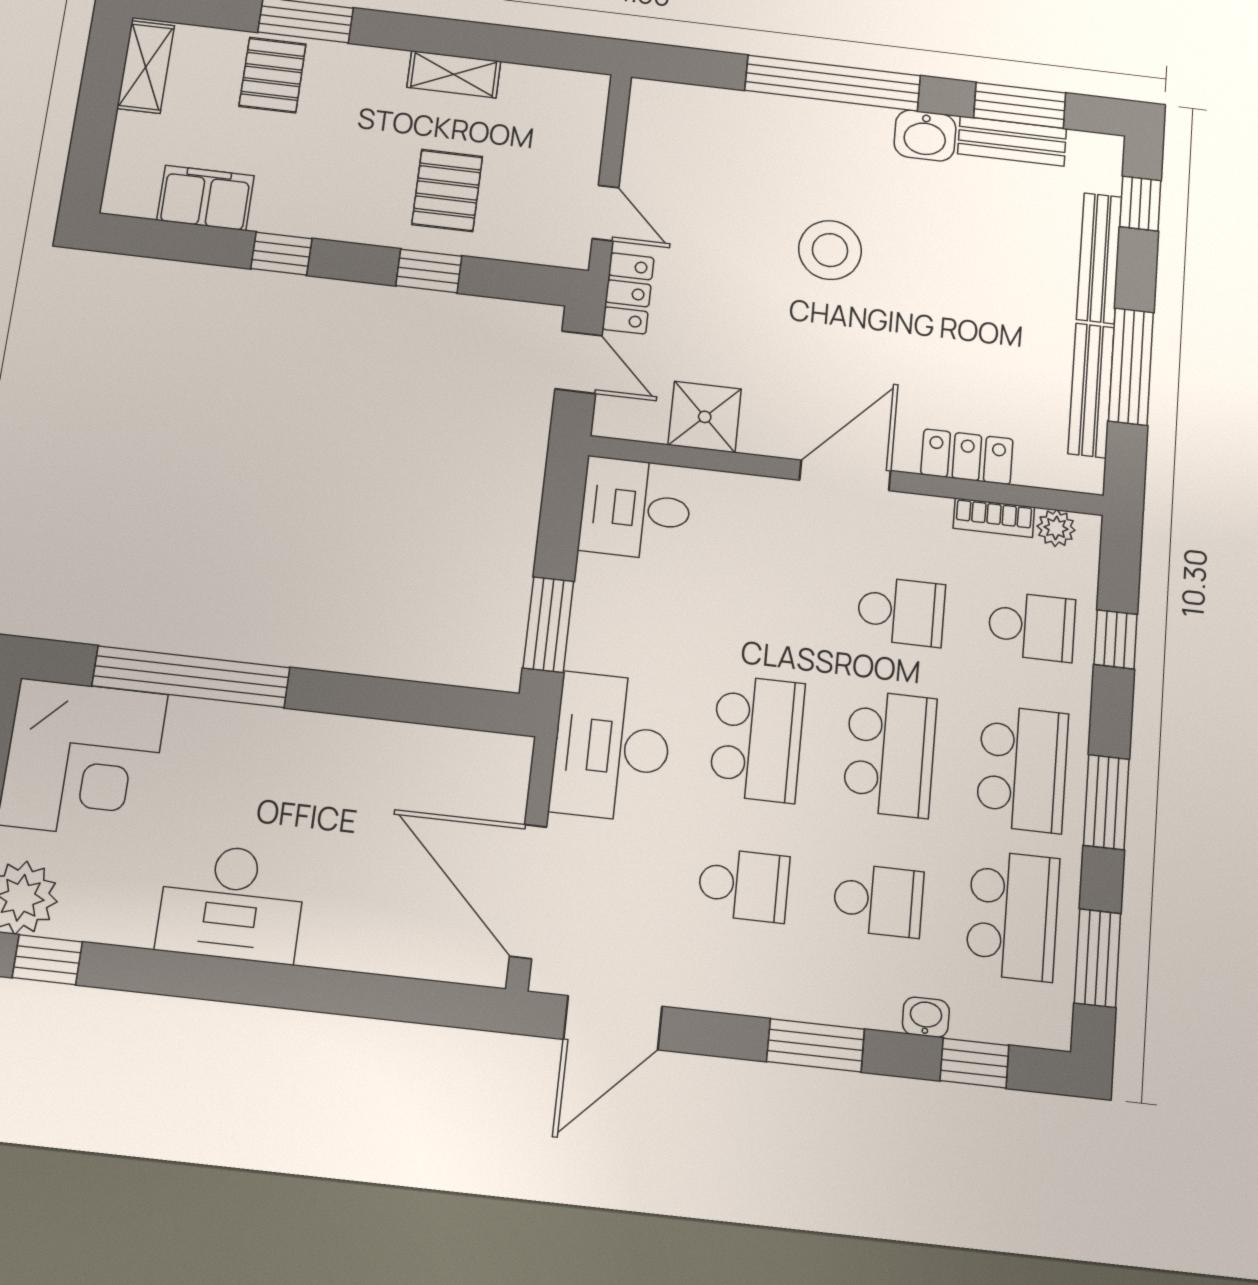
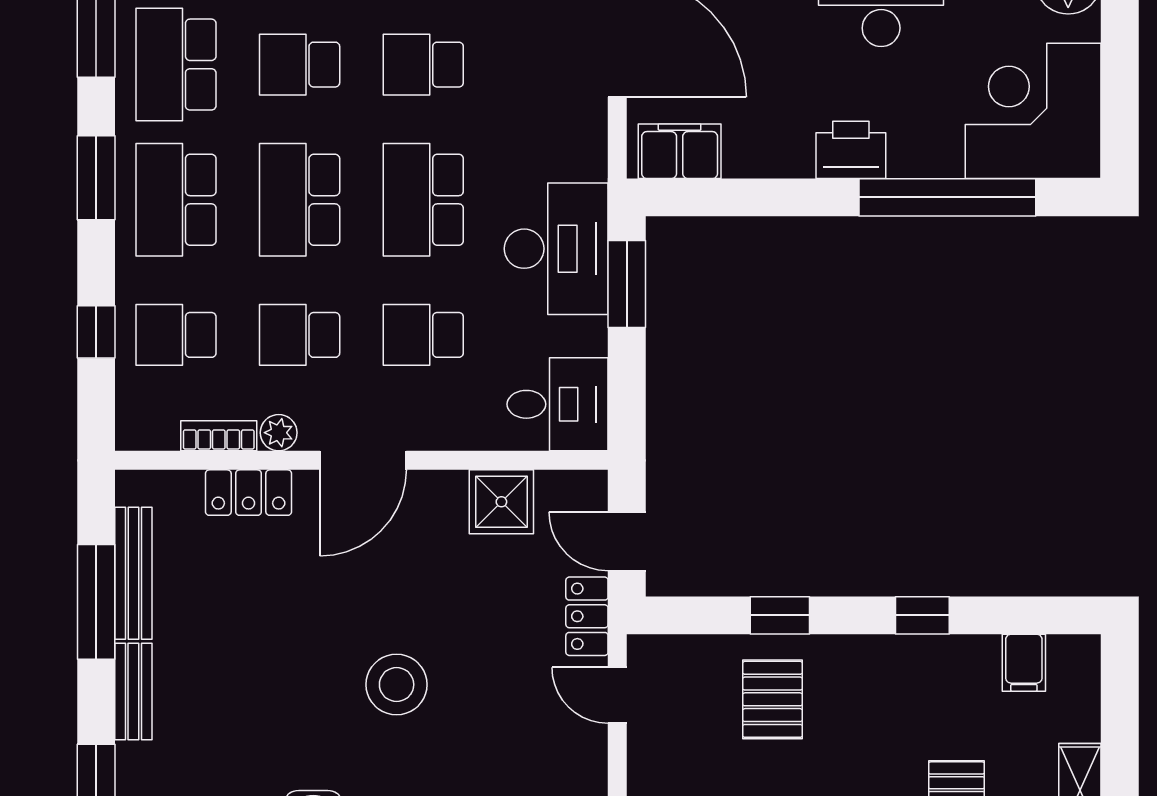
filing cabinet: (206, 198) -> (1024, 663), width x0.50
bench: (1099, 258) -> (133, 691), width x0.73
plant: (1056, 528) -> (279, 433), moved
school desk: (770, 596) -> (423, 335), added
printer: (288, 740) -> (851, 150), added
desk: (611, 747) -> (556, 249), moved
filing cabinet: (475, 759) -> (680, 151), added

